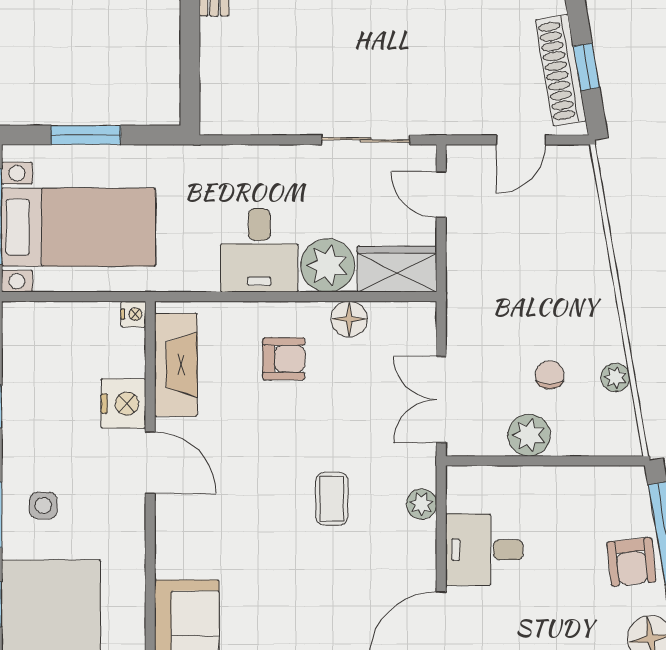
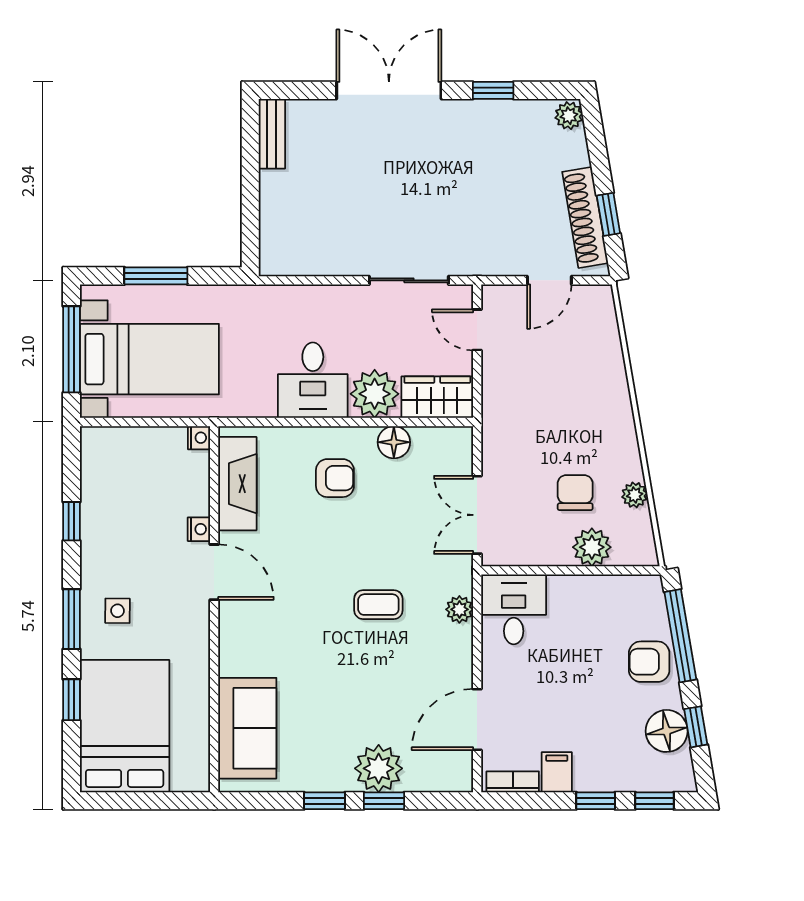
chair: (550, 375) -> (575, 493), width x1.37, depth x1.37
nightstand: (123, 404) -> (199, 529), width x0.53, depth x0.56
plant: (529, 435) -> (592, 547), moved
coffee table: (332, 499) -> (378, 605), turned 90
desk: (484, 550) -> (514, 609), moved, turned 90
armchair: (631, 562) -> (649, 662), turned 96

